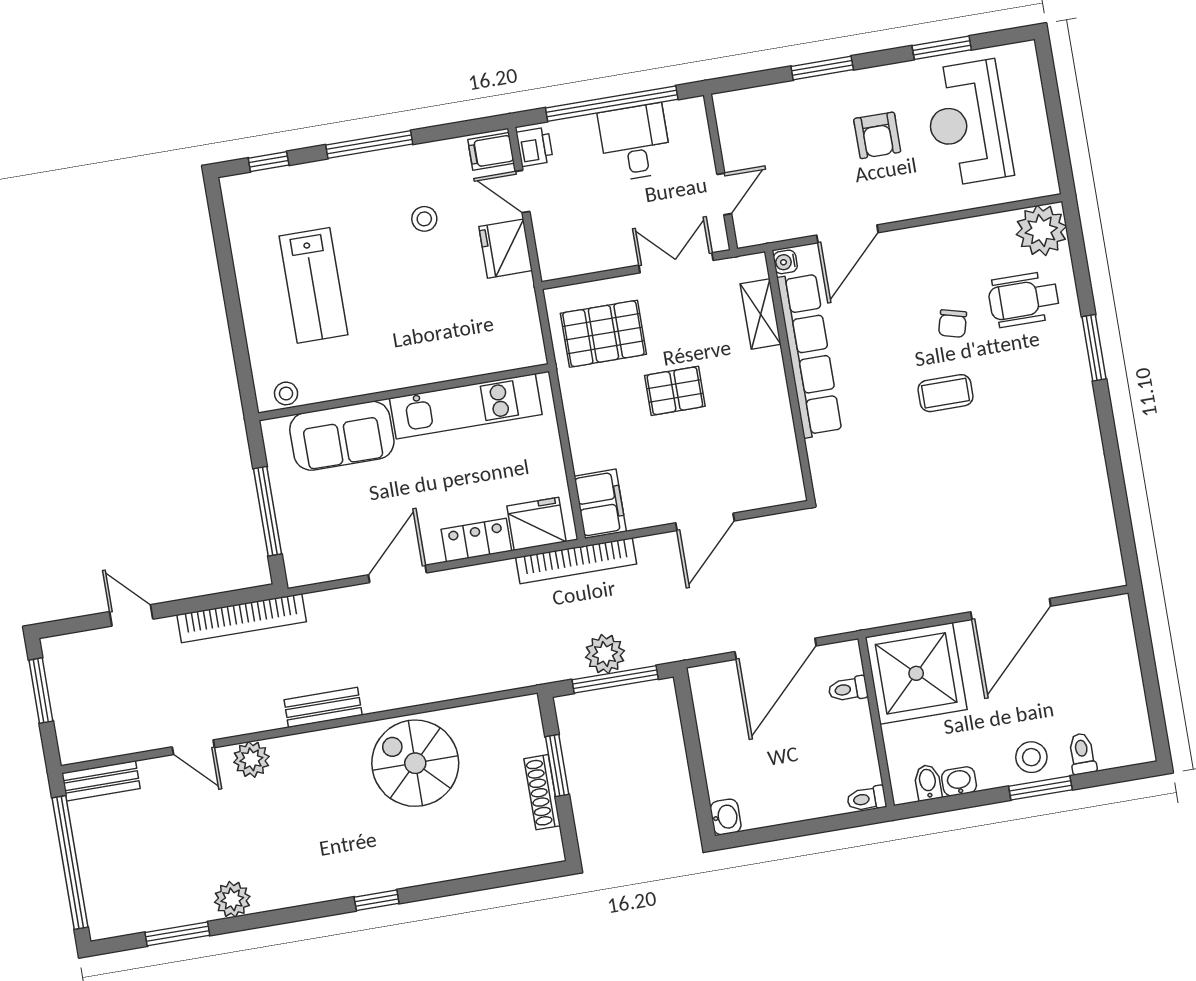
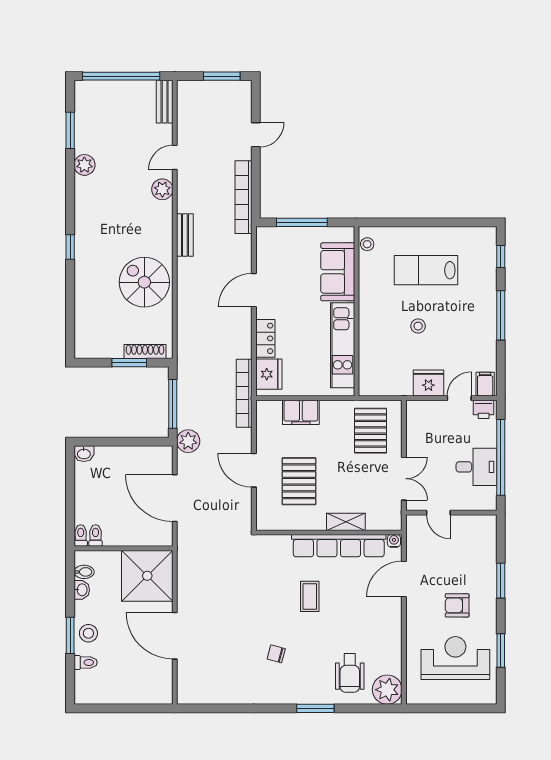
stool: (424, 219) -> (418, 326), moved
door: (847, 234) -> (404, 579), hinge flipped
wheelchair: (1024, 299) -> (350, 673), turned 180
shelving: (761, 314) -> (346, 522), moved
chair: (953, 324) -> (276, 654), moved
pallet: (675, 391) -> (299, 481), moved, width x1.50, depth x1.42
coffee table: (946, 393) -> (310, 596), moved
filing cabinet: (600, 504) -> (301, 412), moved
door: (397, 574) -> (254, 290), swing flipped
plant: (605, 654) -> (188, 441), moved
toilet: (848, 689) -> (96, 535), moved
spiral stairs: (415, 763) -> (144, 282), turned -90
shoe rack: (542, 792) -> (145, 352), moved

